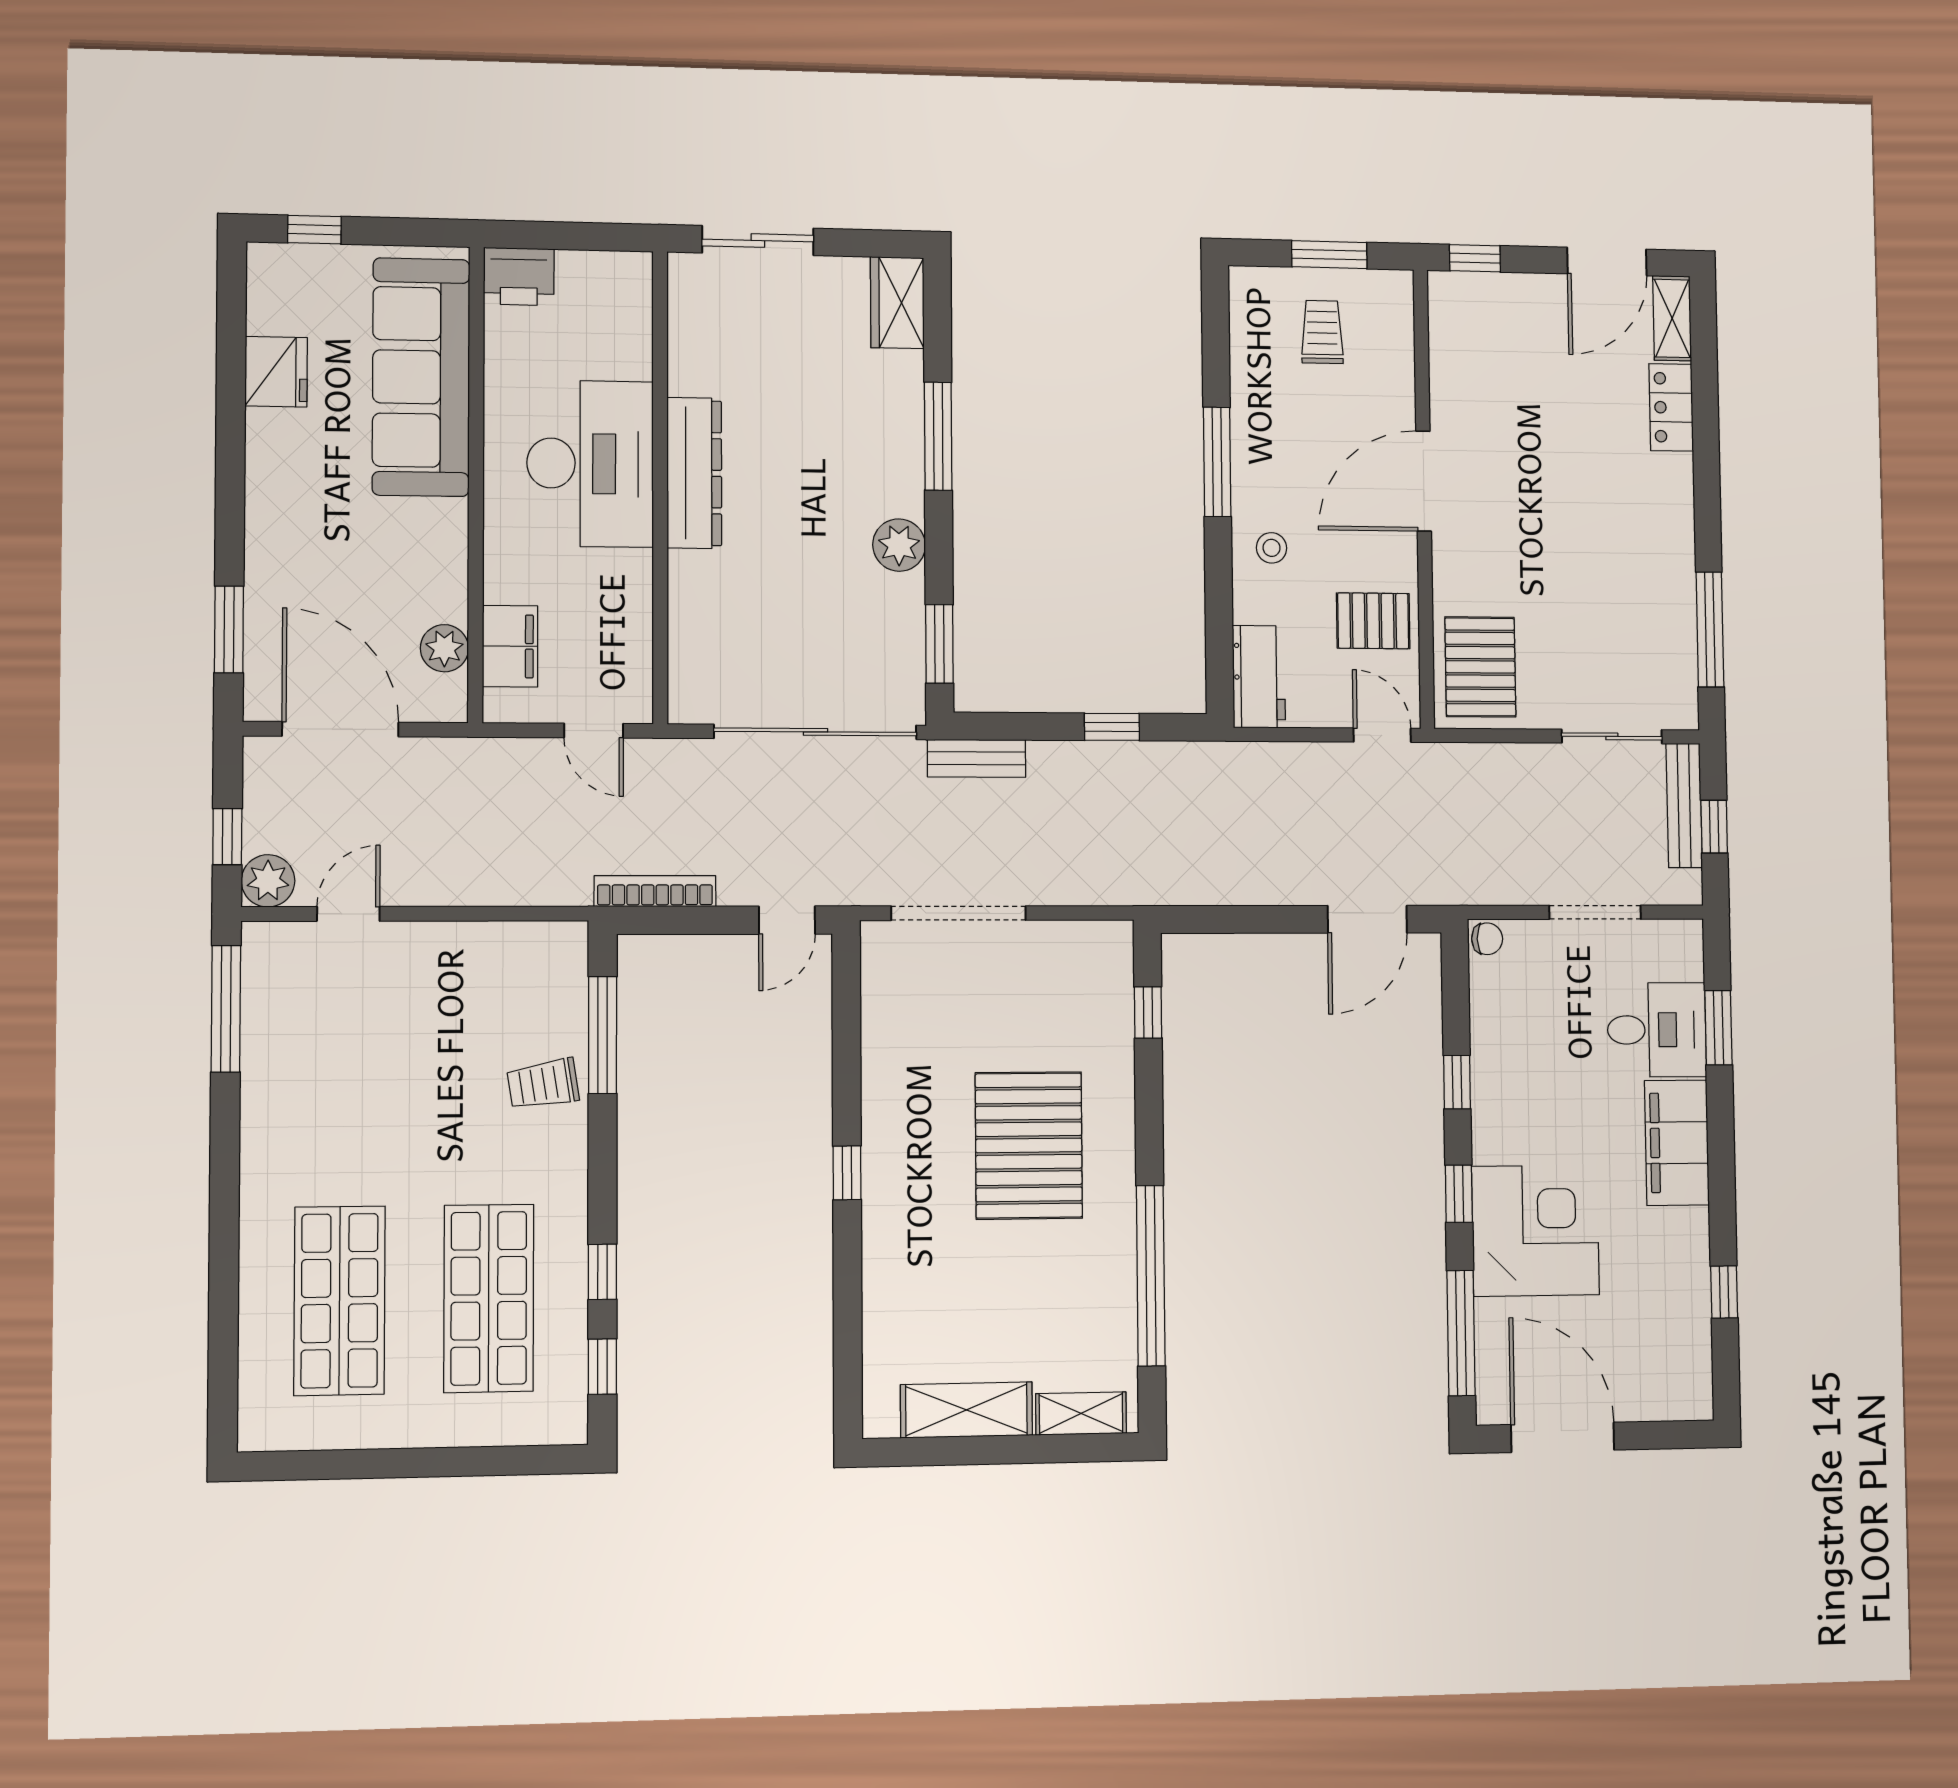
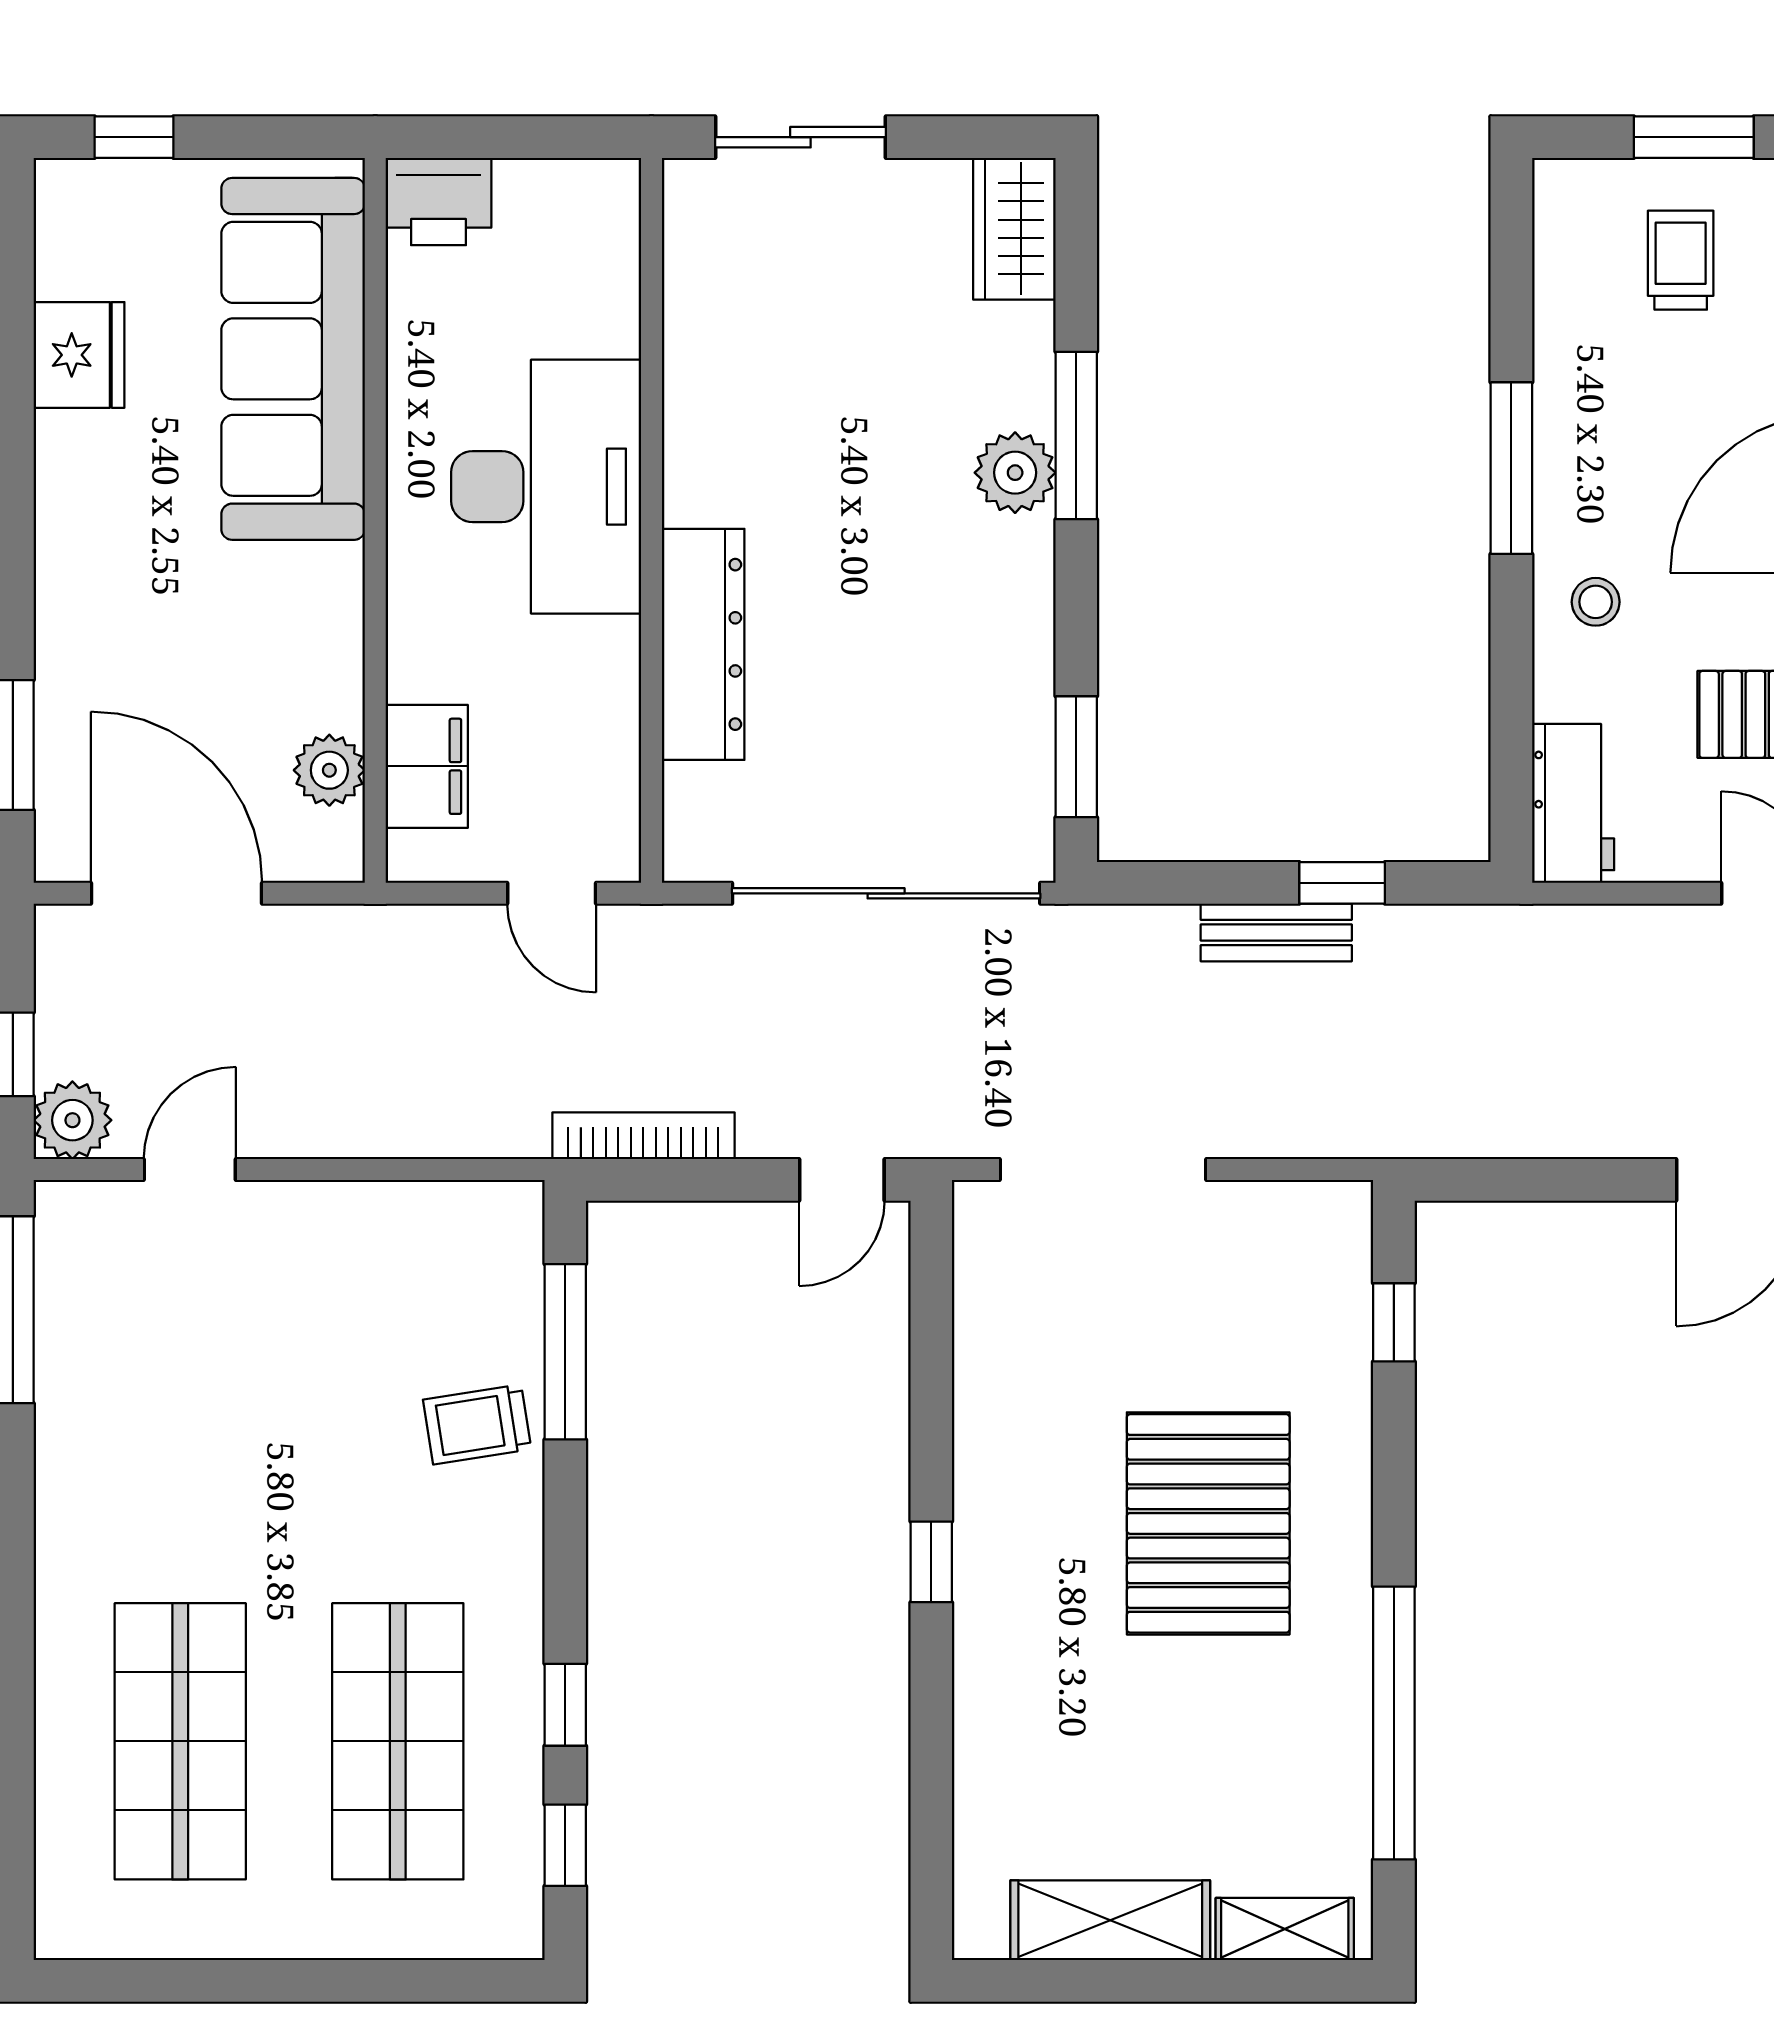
dresser: (694, 473) -> (703, 644), moved
plant: (899, 545) -> (1015, 473), moved
bench: (977, 758) -> (1276, 932), moved

